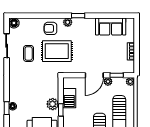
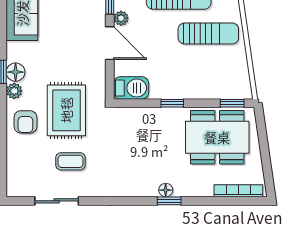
floor lamp: (14, 23) -> (16, 72), moved
barbecue: (69, 98) -> (131, 88), moved
plant: (53, 104) -> (162, 118), removed

